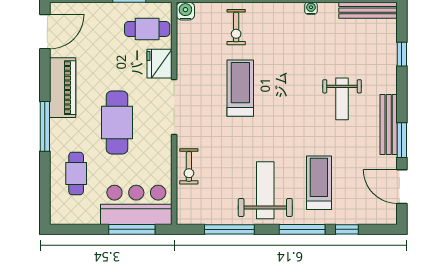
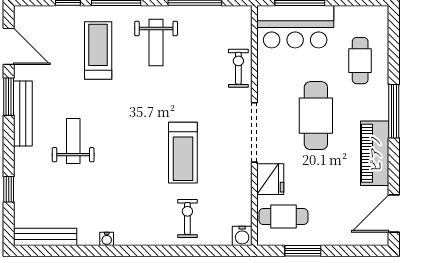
treadmill: (319, 183) -> (98, 51), turned 180
weight bench: (265, 190) -> (156, 42), width x0.73, depth x0.75

